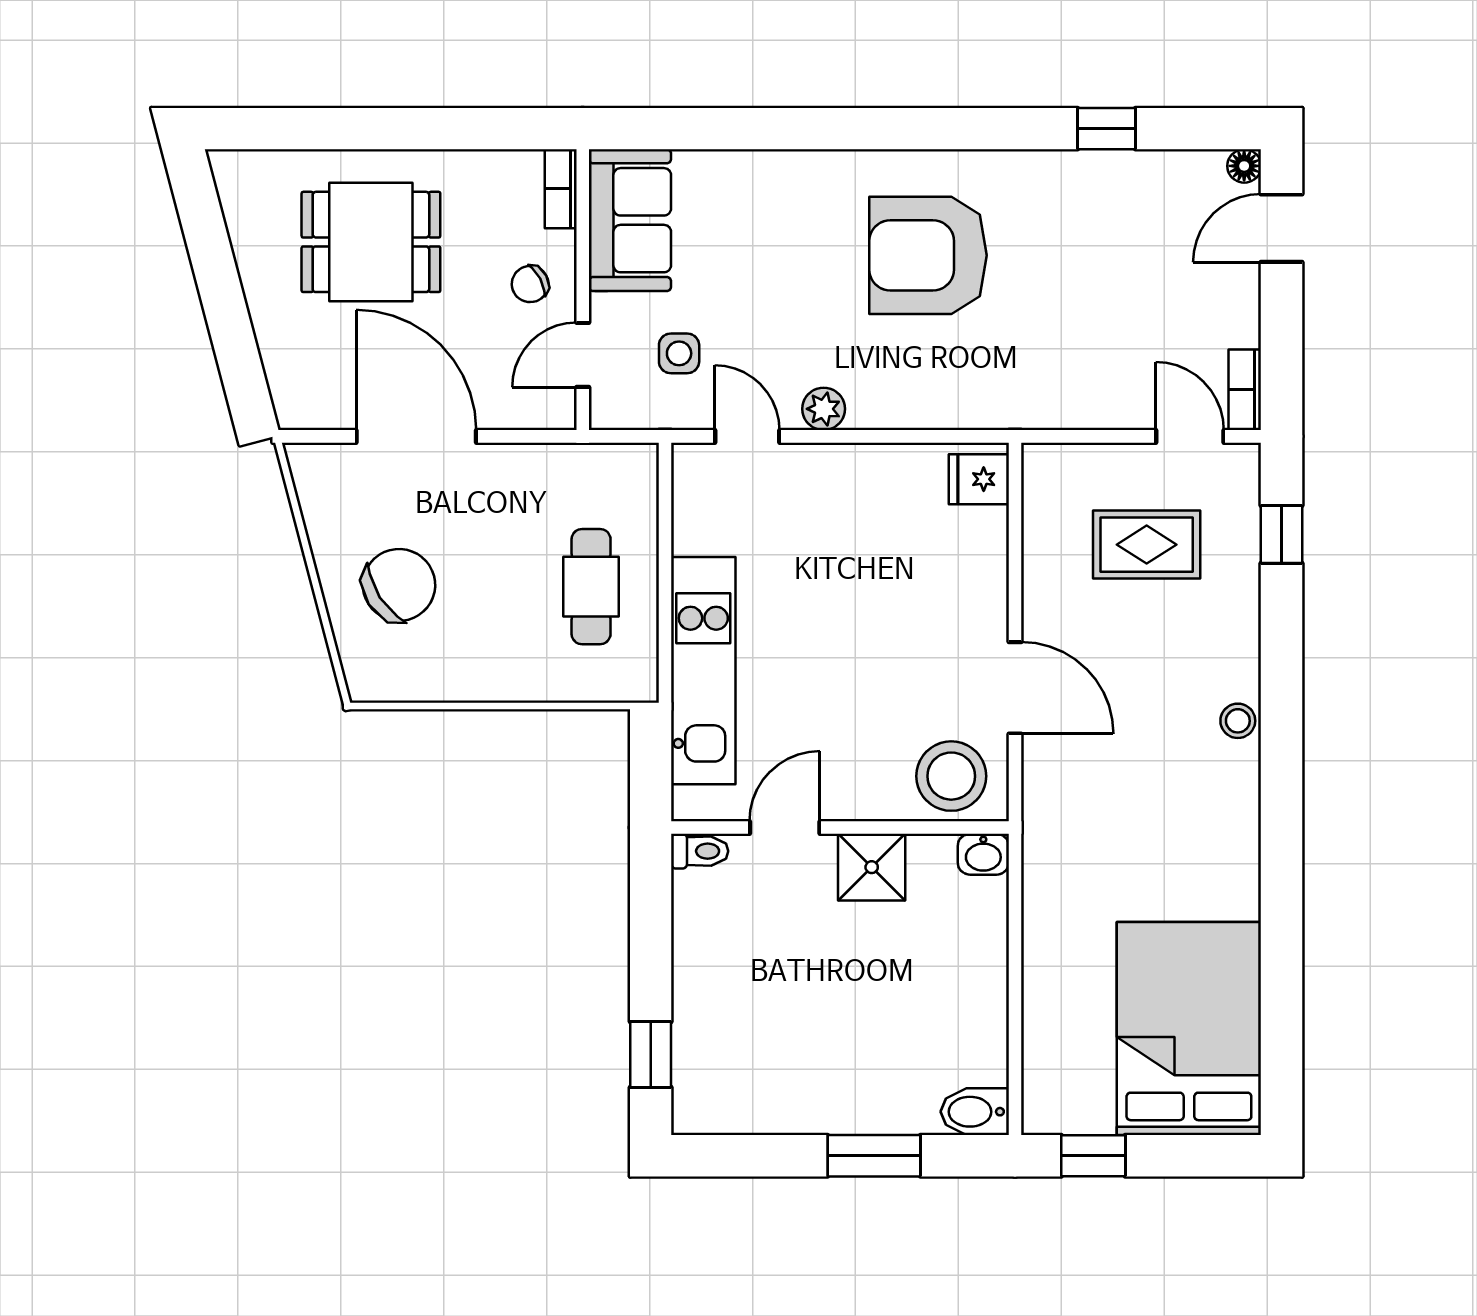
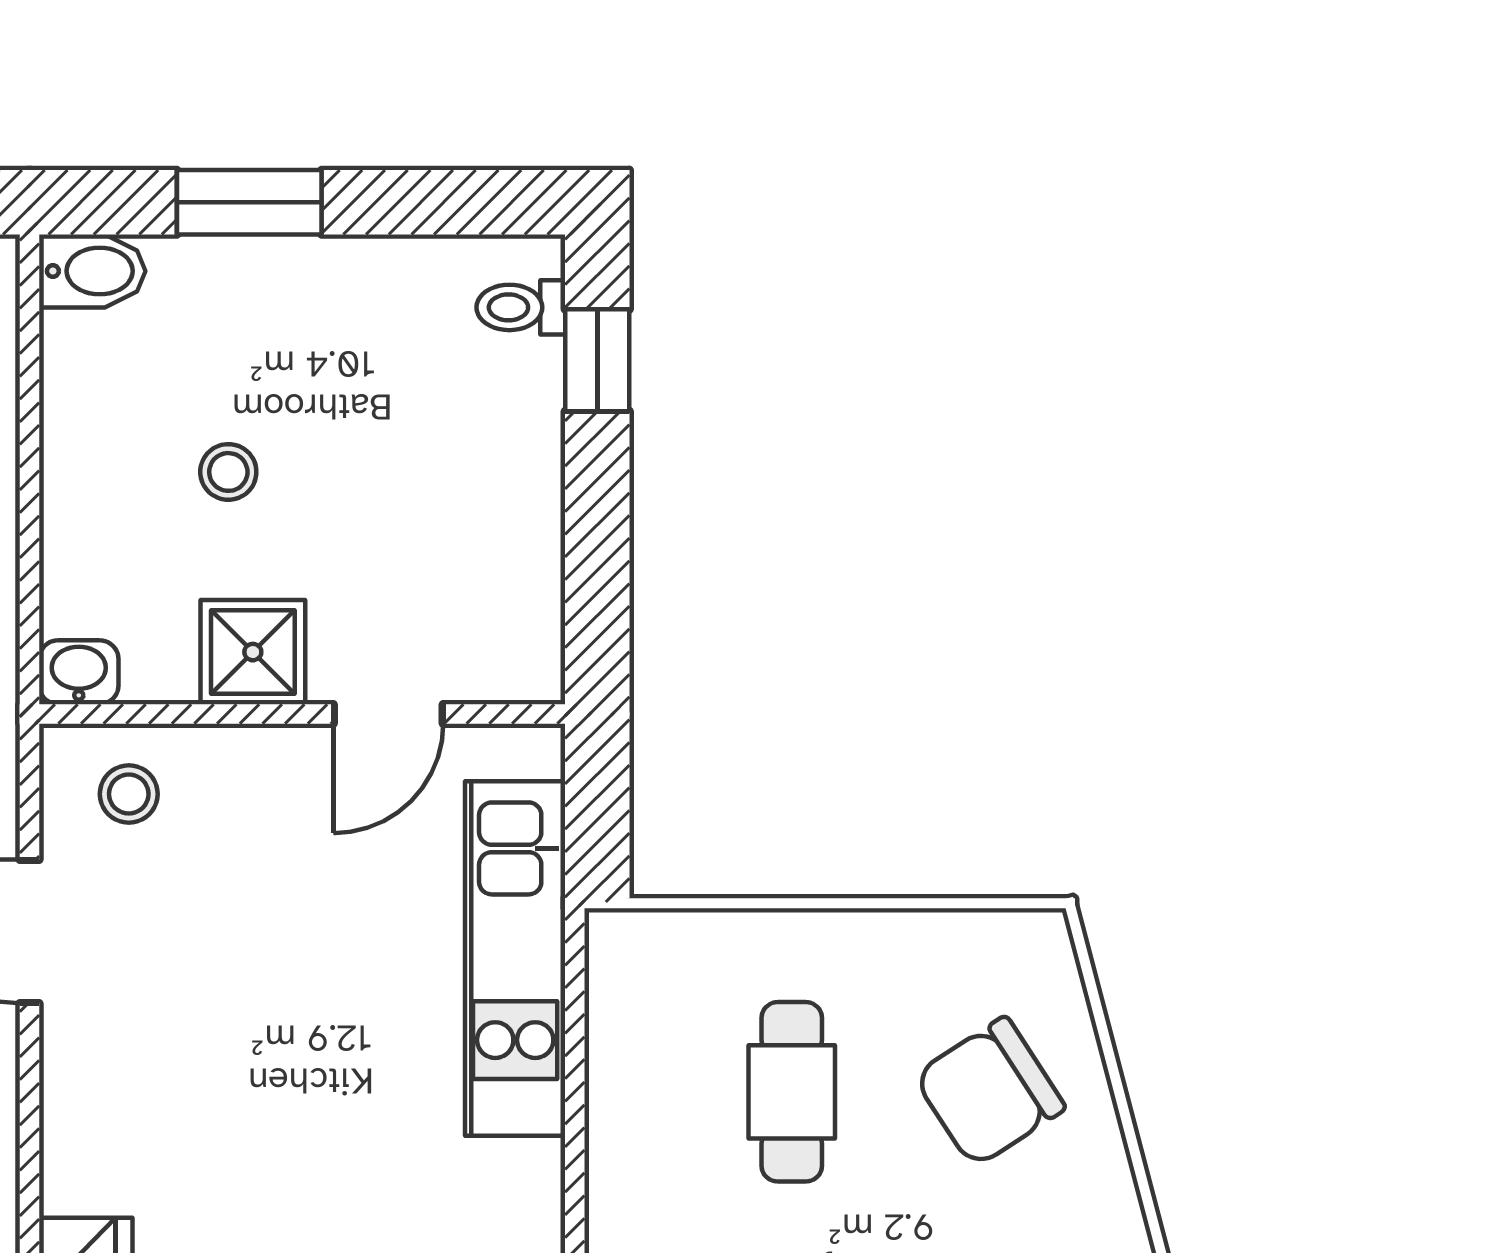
cafe table: (591, 587) -> (792, 1092), moved
stool: (951, 776) -> (129, 794), width x0.53, depth x0.53
toilet: (700, 851) -> (521, 307), moved
stool: (887, 983) -> (228, 472), added

